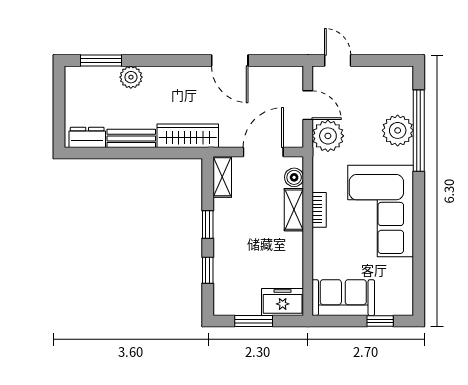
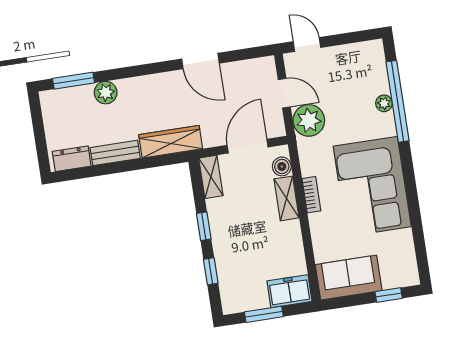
plant: (398, 130) -> (384, 103), width x0.53, depth x0.53

